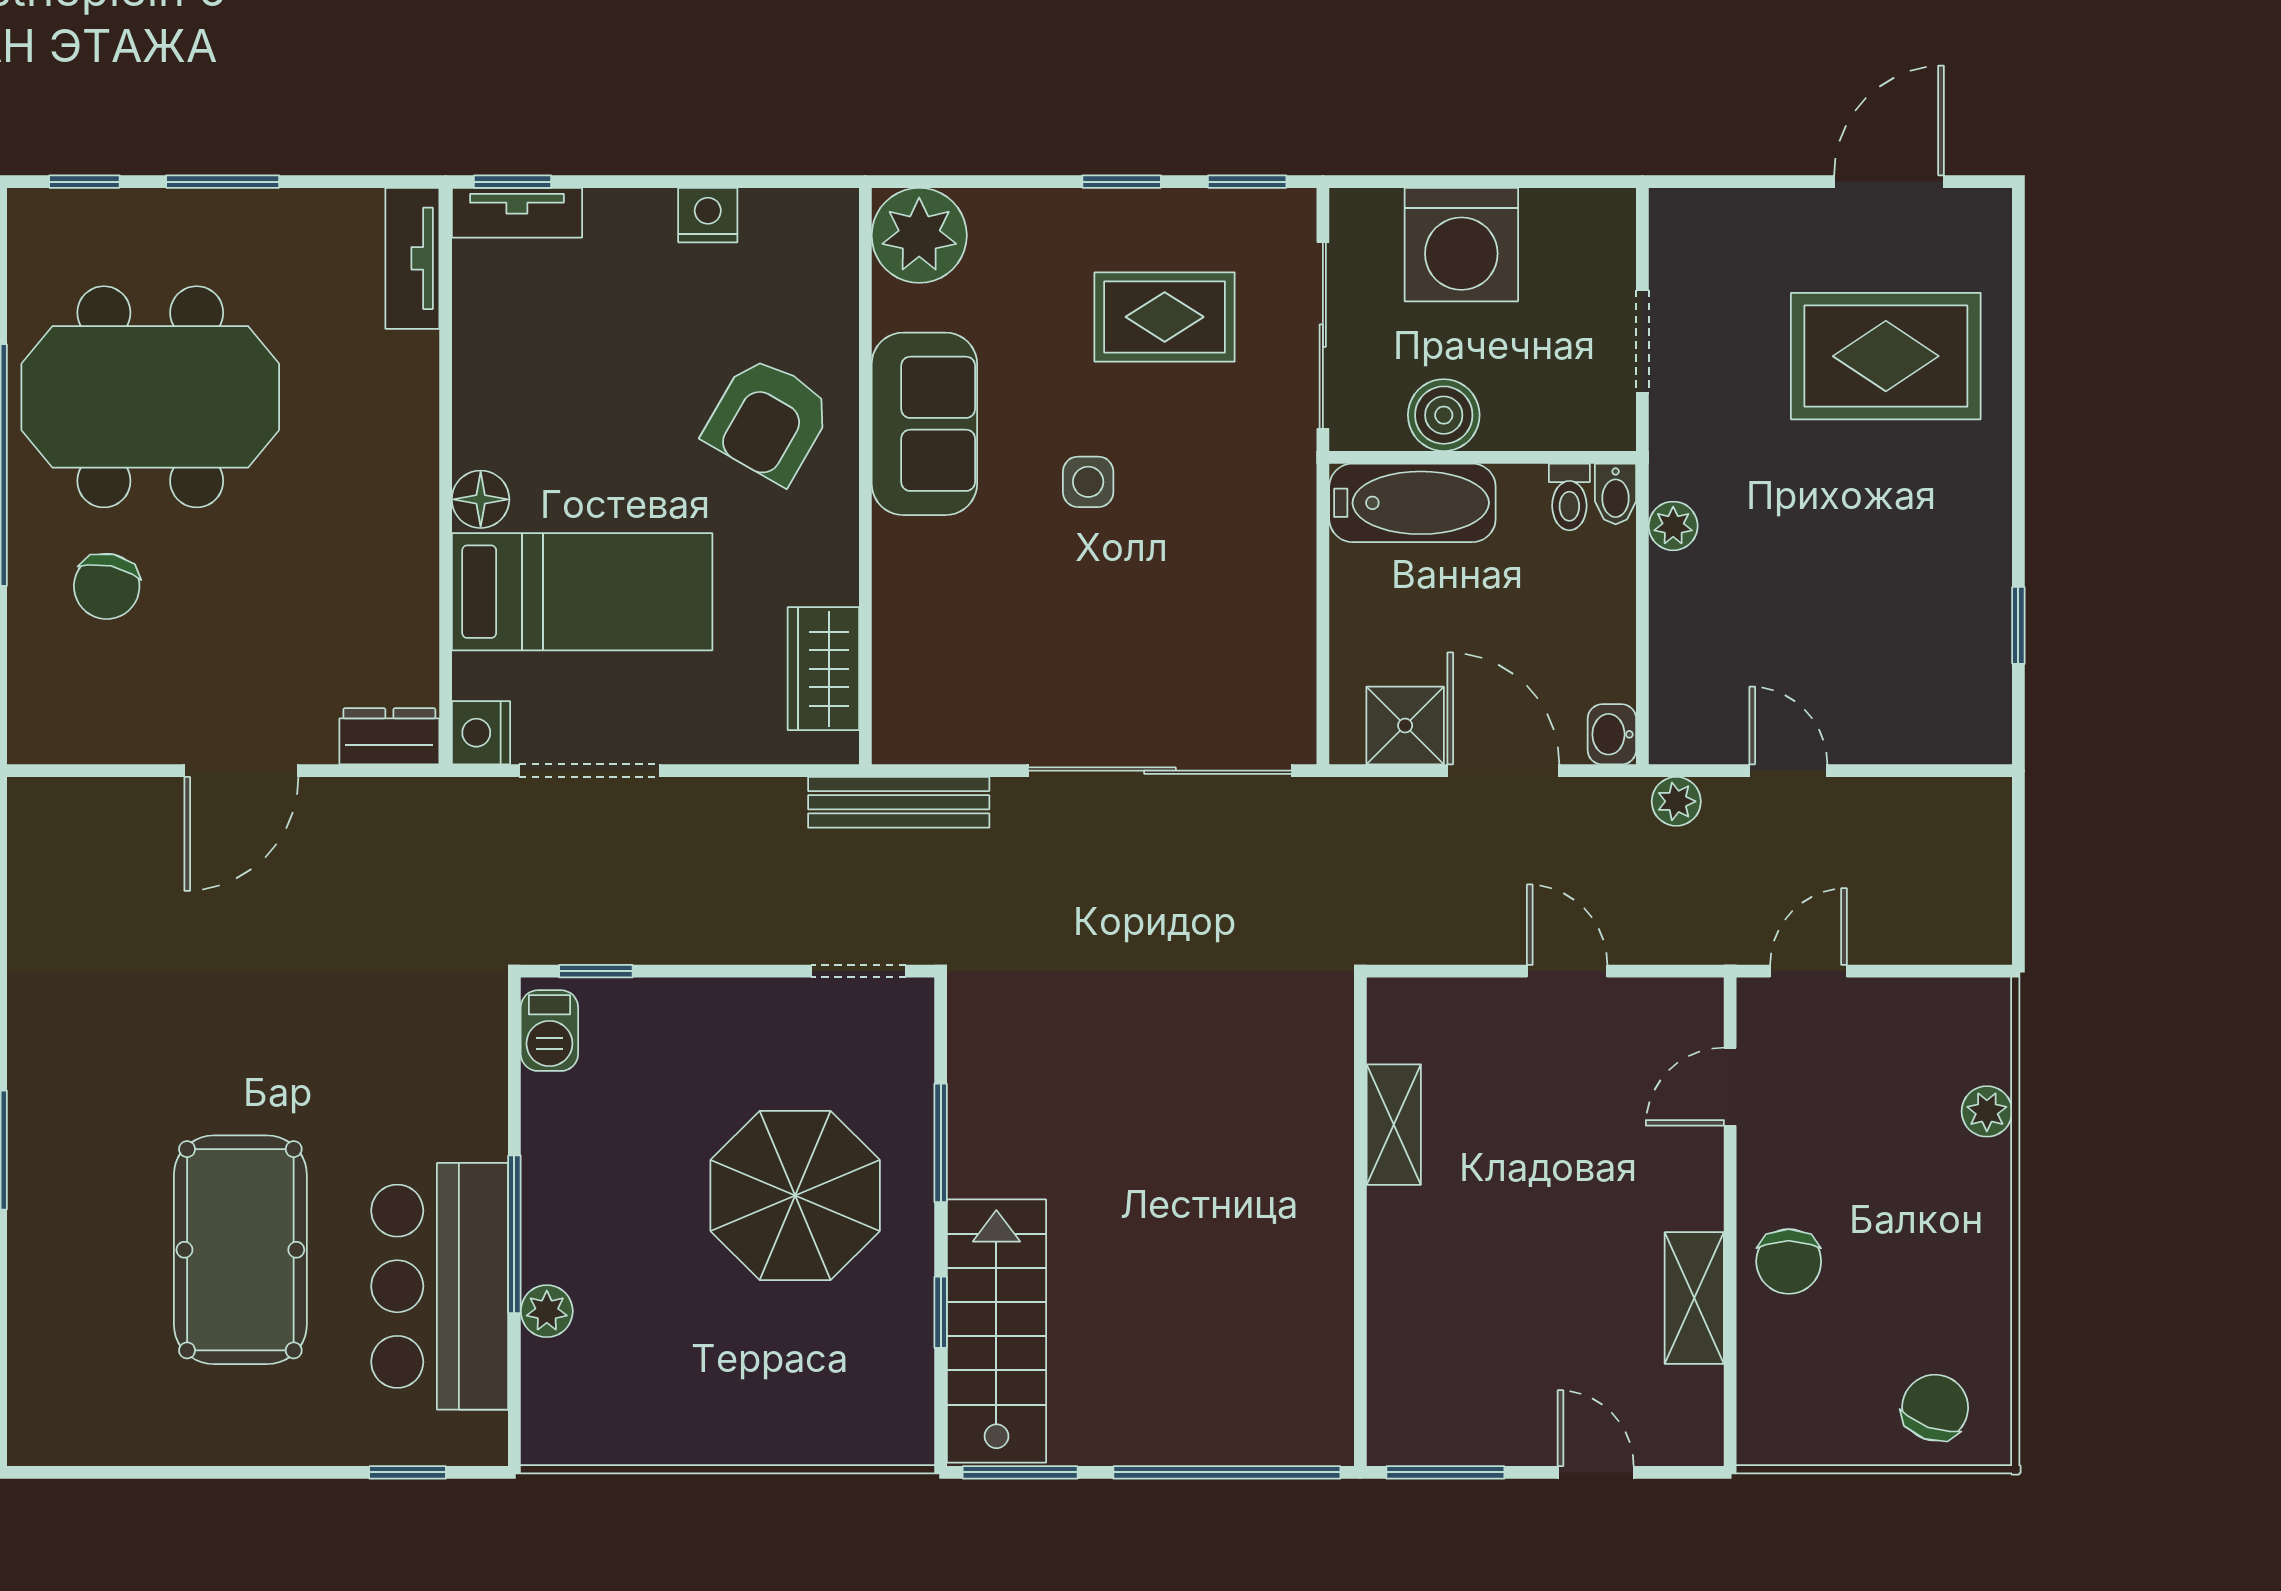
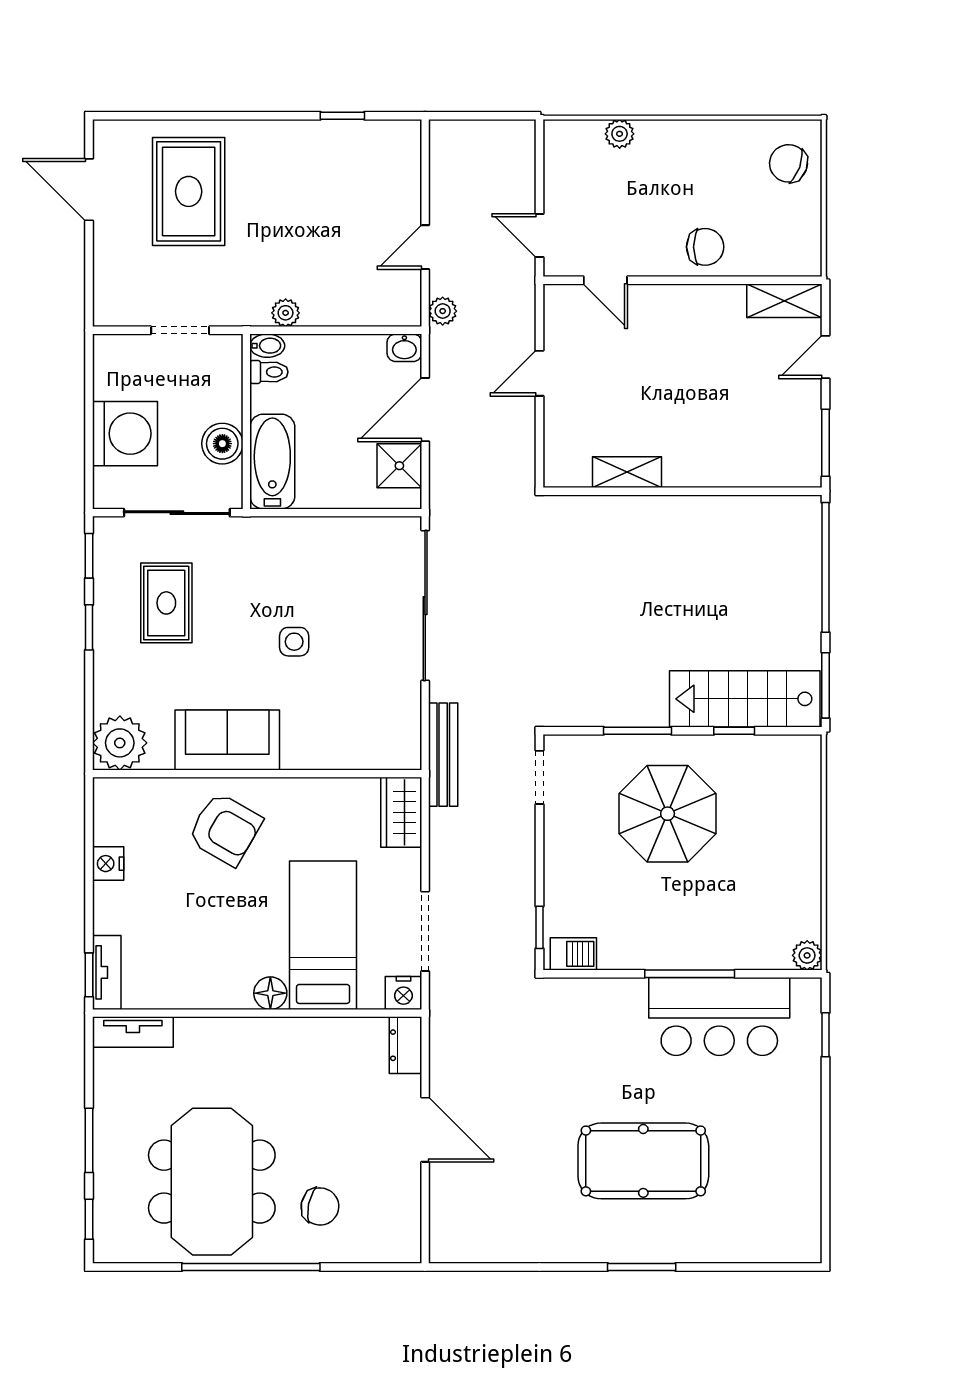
side table: (1088, 482) -> (294, 642), moved
wardrobe: (823, 669) -> (401, 812), moved, turned 90
pool table: (240, 1250) -> (643, 1161), moved
shelving: (1694, 1298) -> (784, 301), moved
plant: (547, 1311) -> (807, 955), moved

